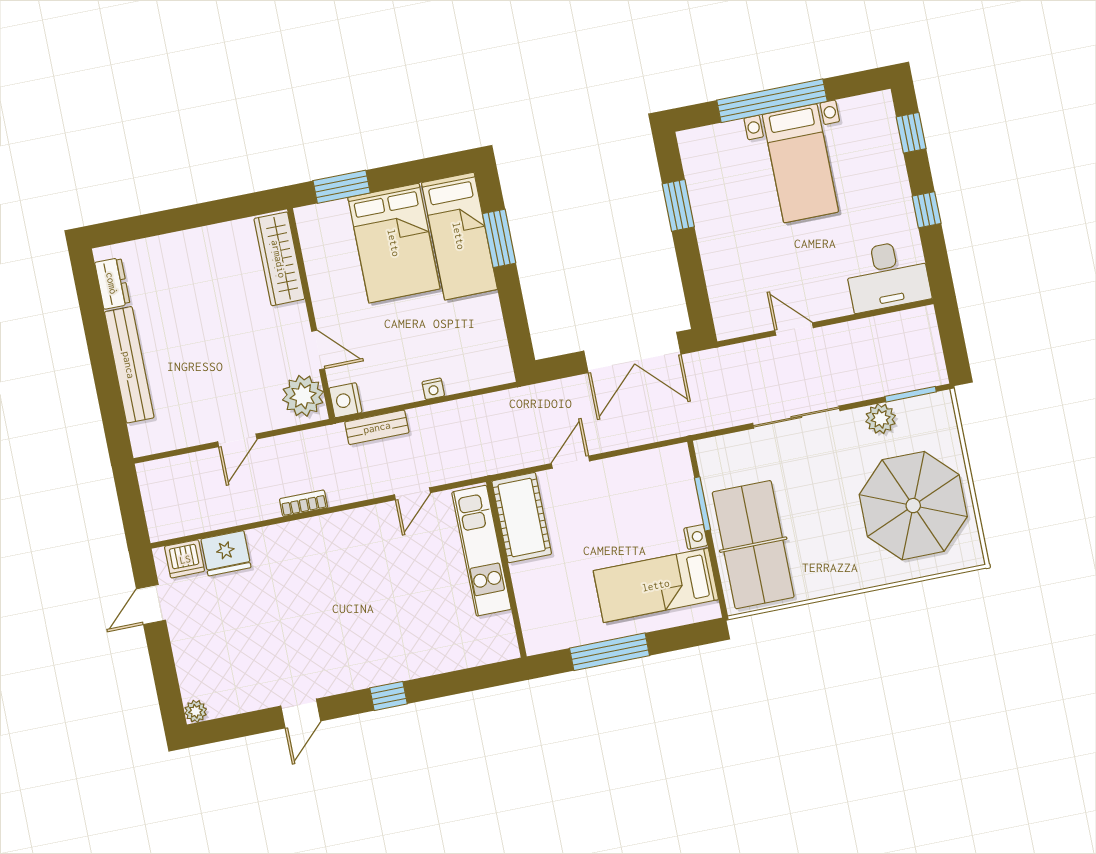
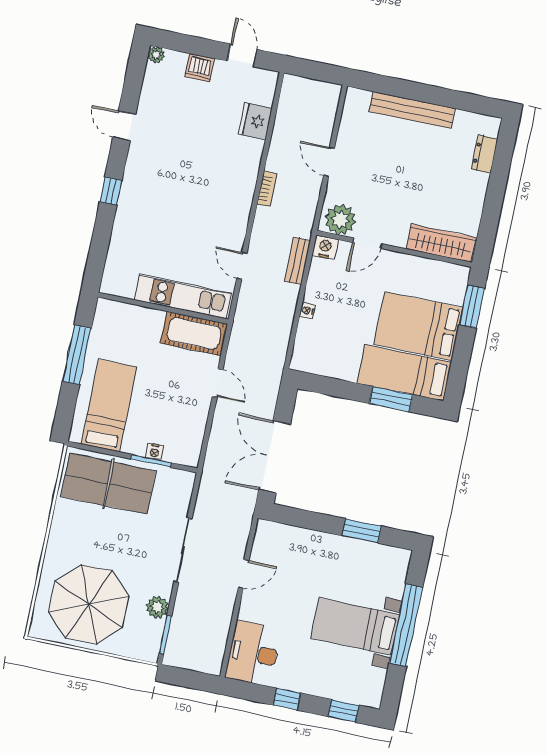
dresser: (112, 283) -> (485, 154), moved, turned 90
nightstand: (696, 537) -> (155, 452), moved
dishwasher: (185, 559) -> (200, 68), moved, turned -90

